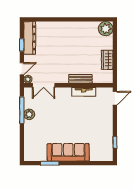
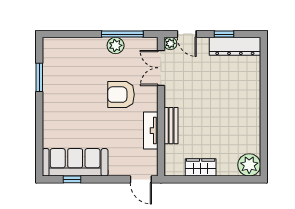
armchair: (61, 111) -> (121, 95), added
sofa: (68, 152) -> (75, 162), moved, turned -90

